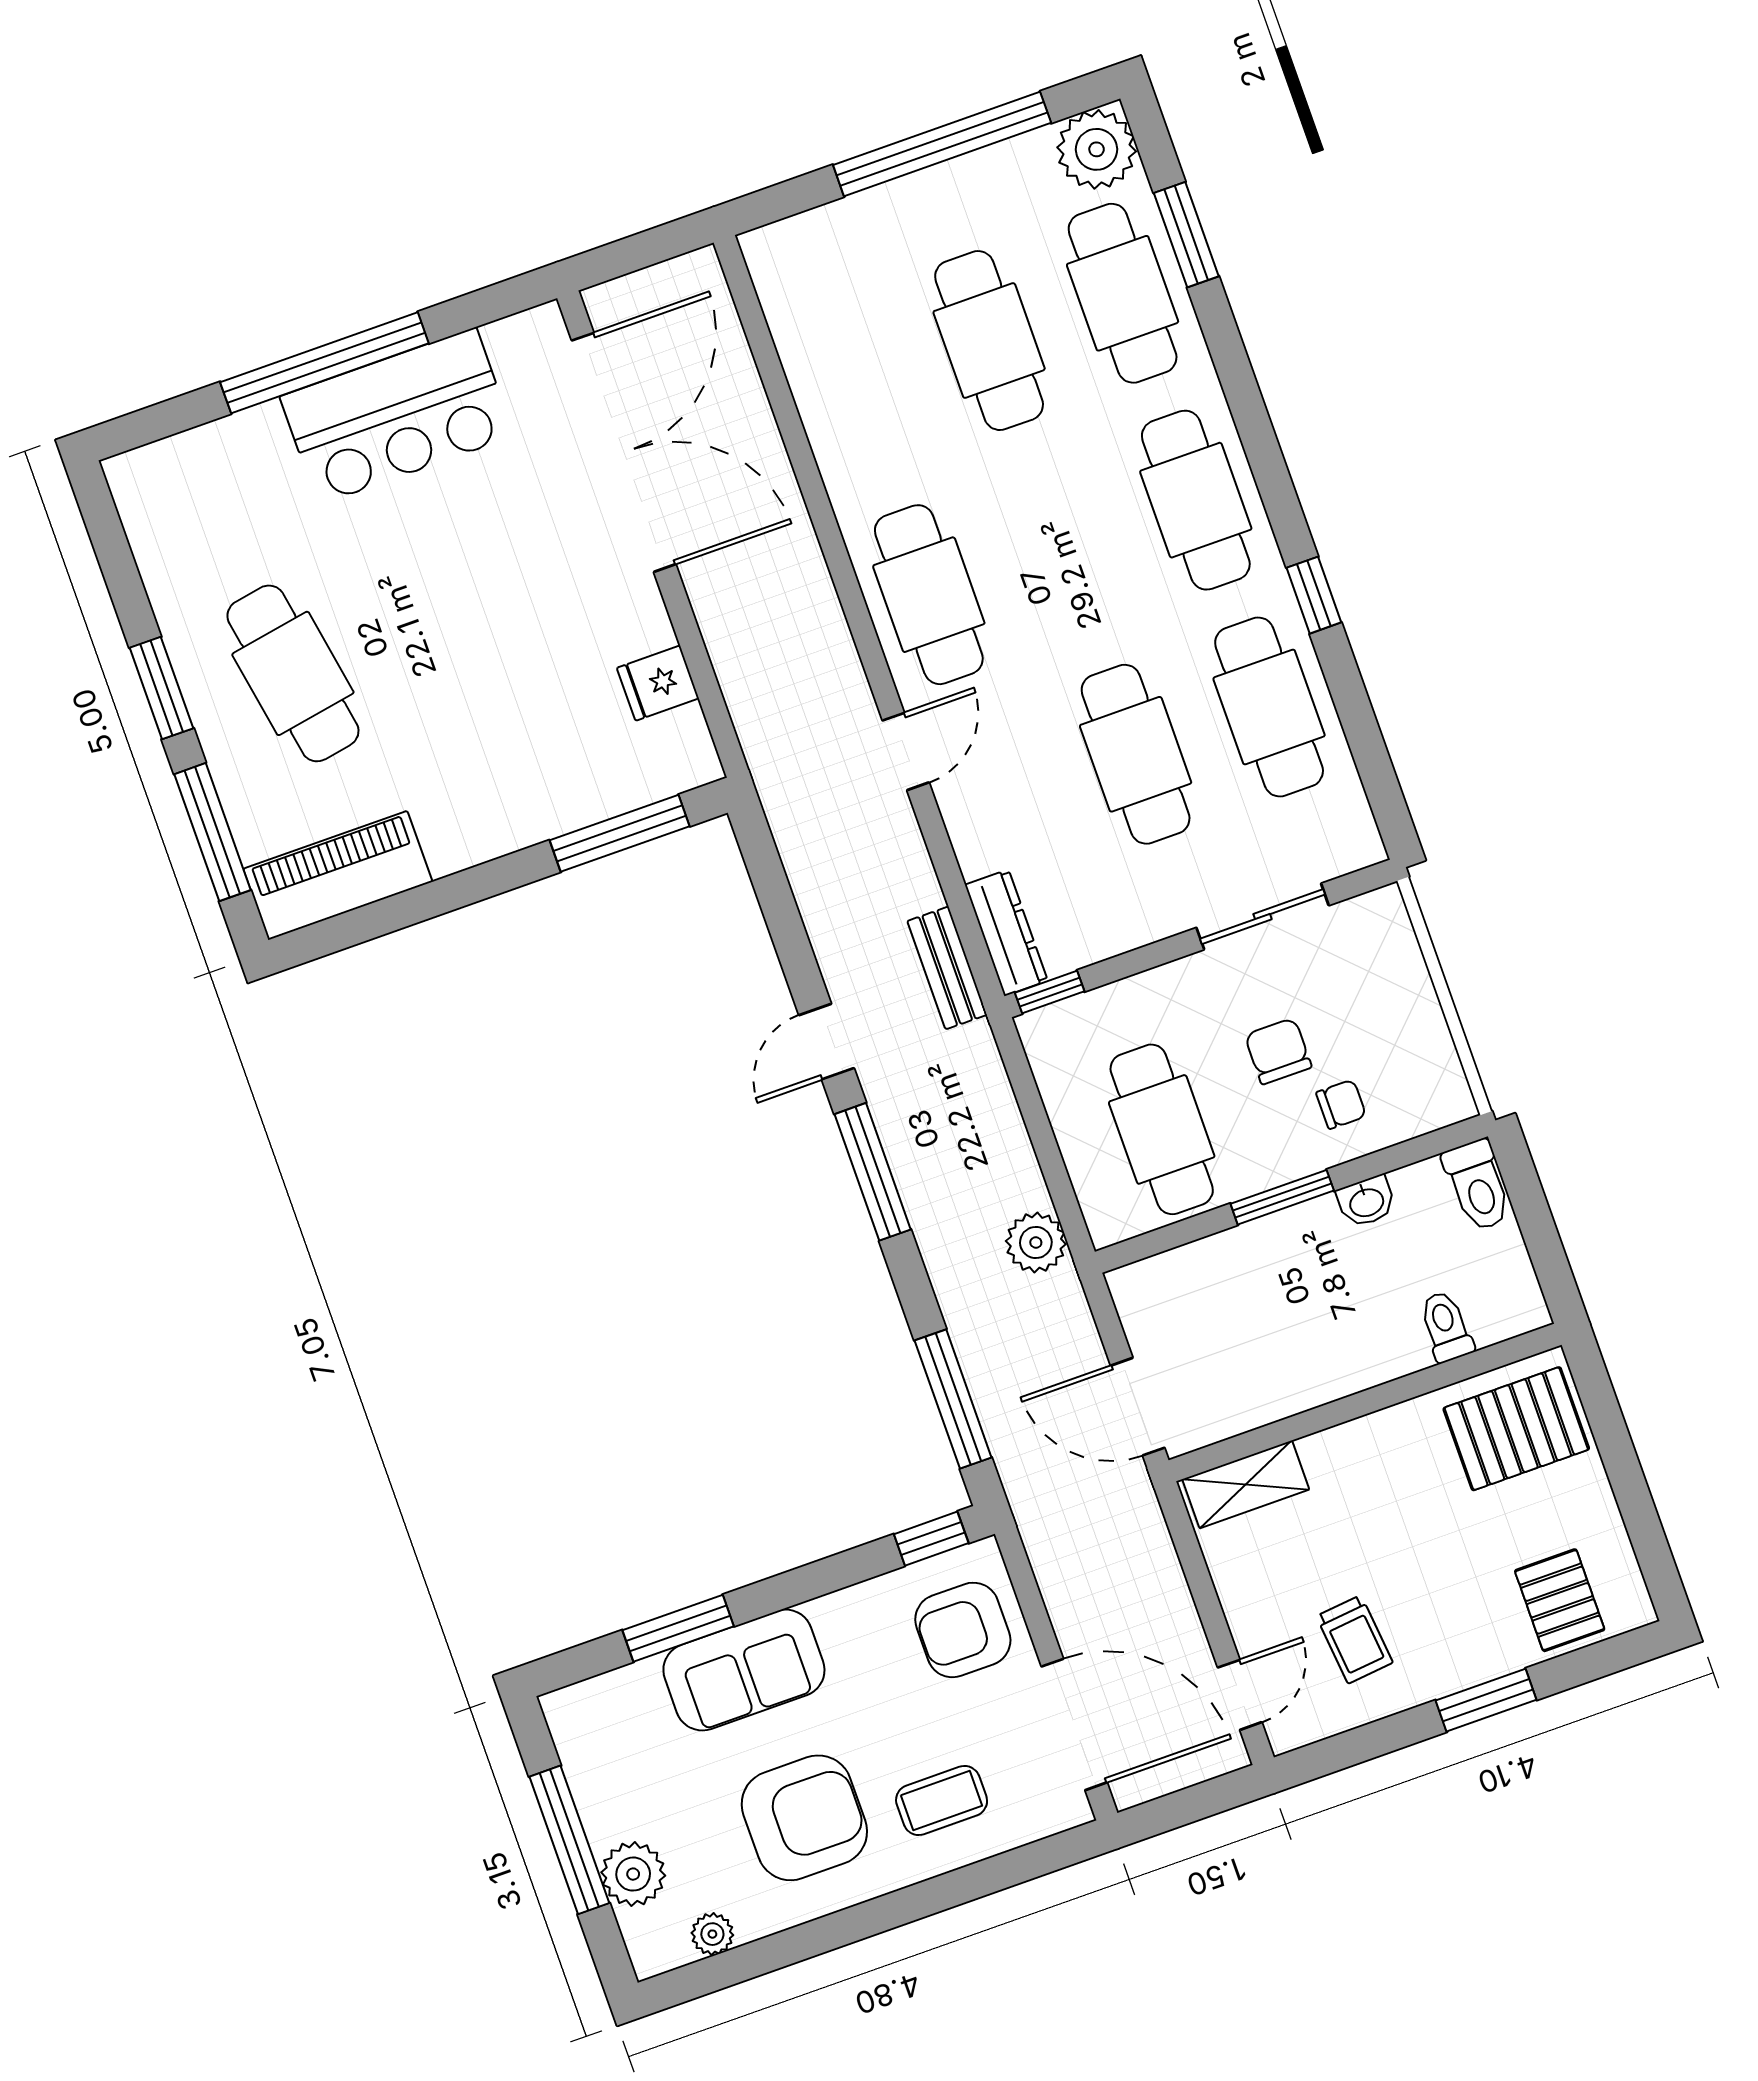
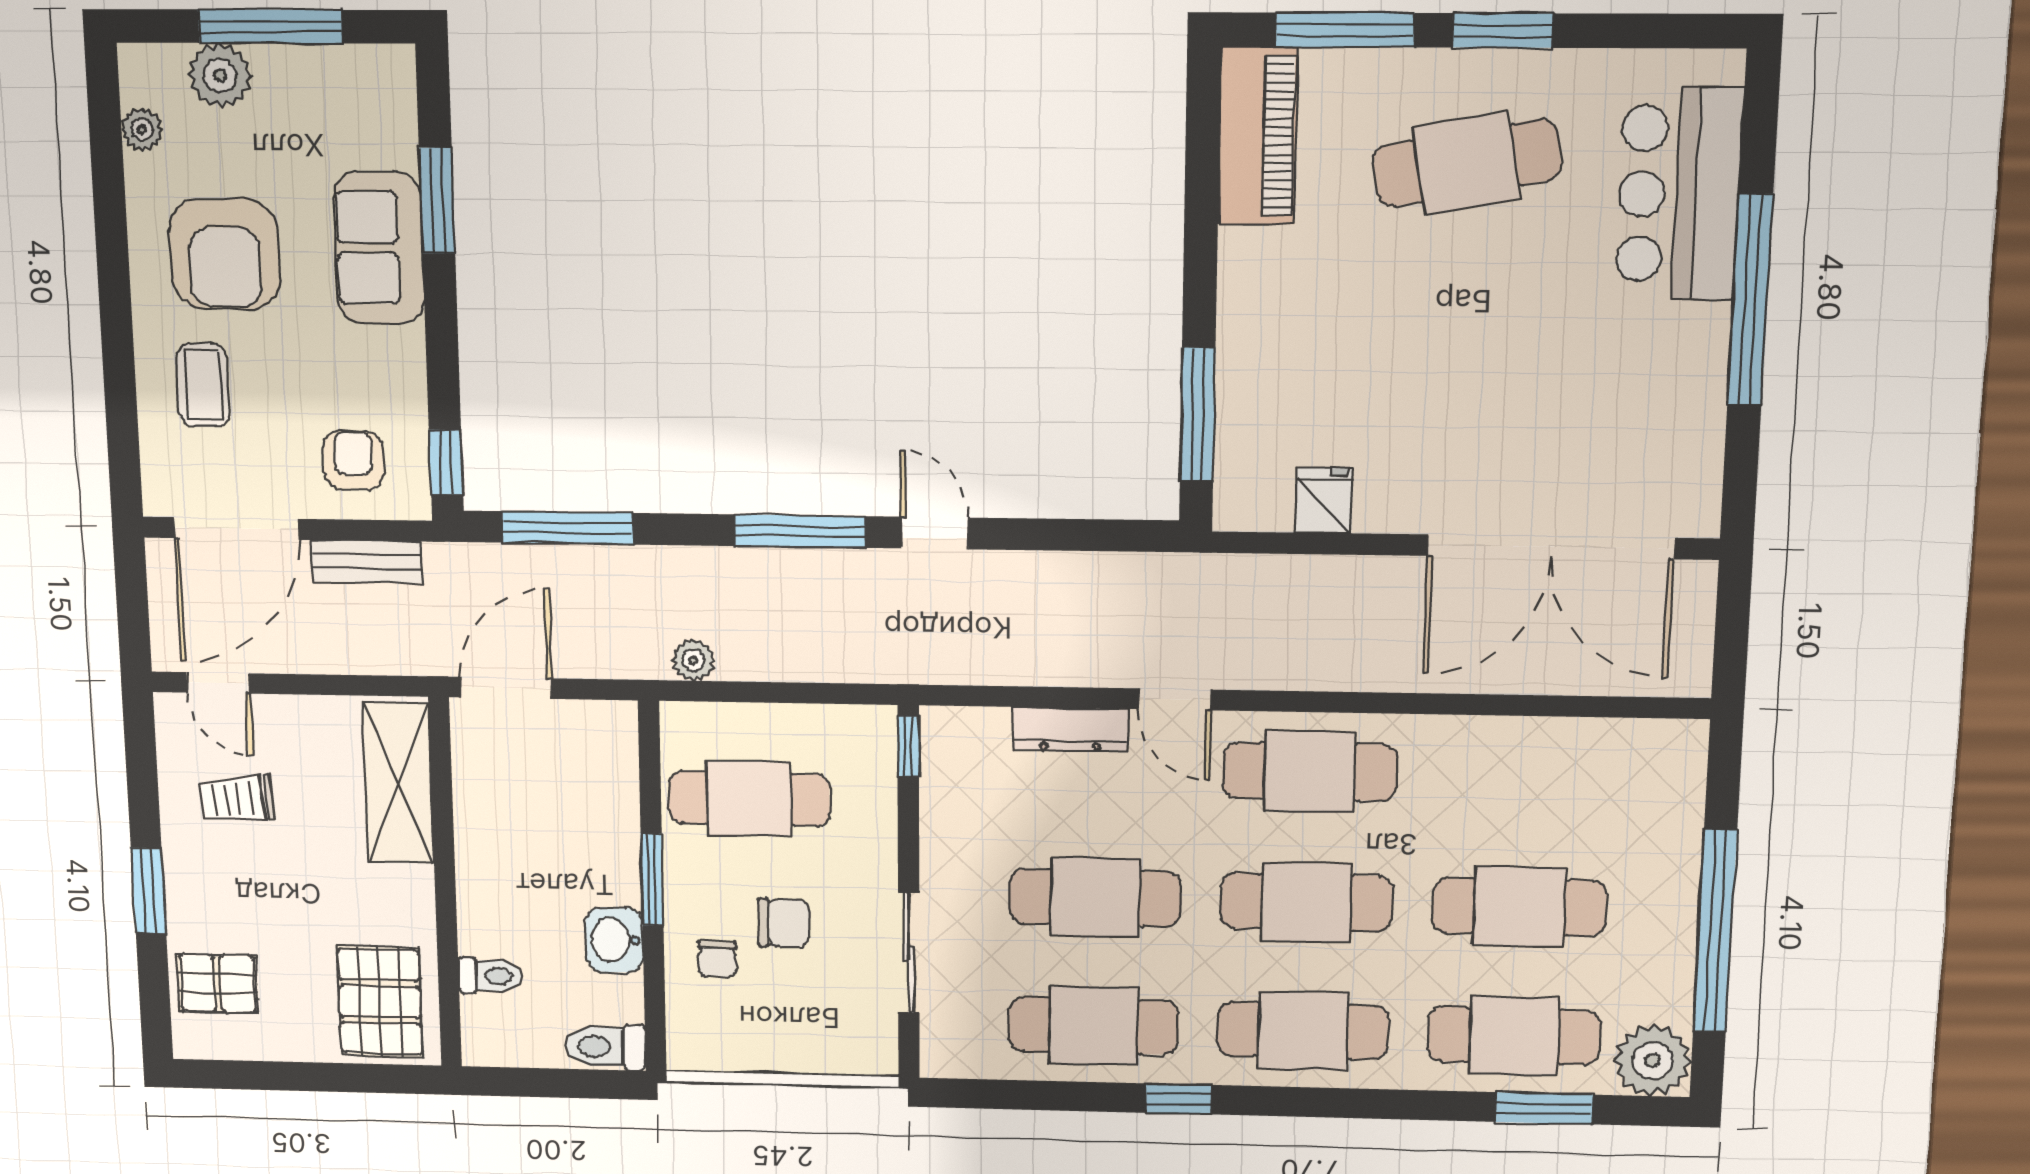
bar counter: (397, 416) -> (1679, 194), moved
cafe table: (1062, 547) -> (1306, 902), added
dresser: (1006, 933) -> (1070, 730), moved
bench: (947, 968) -> (367, 562), moved
washbasin: (1366, 1202) -> (614, 940), width x1.38, depth x1.45
plant: (1036, 1243) -> (693, 660), width x0.73, depth x0.73
shelving: (1246, 1484) -> (398, 783), width x1.50, depth x1.33
armchair: (963, 1630) -> (353, 460), width x0.72, depth x0.72

